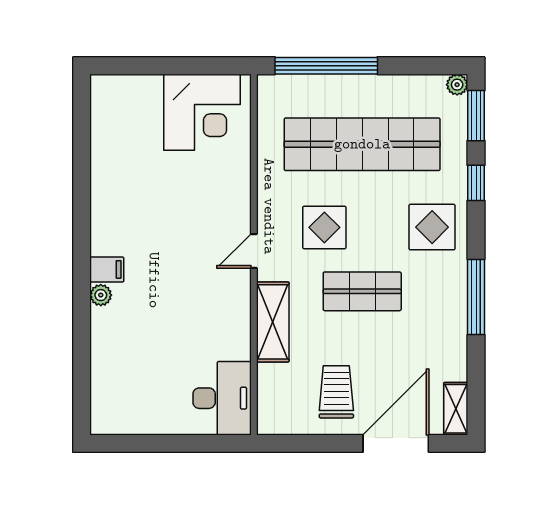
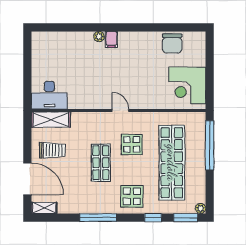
chair: (115, 144) -> (172, 43), added
shelving: (273, 322) -> (51, 120), moved

